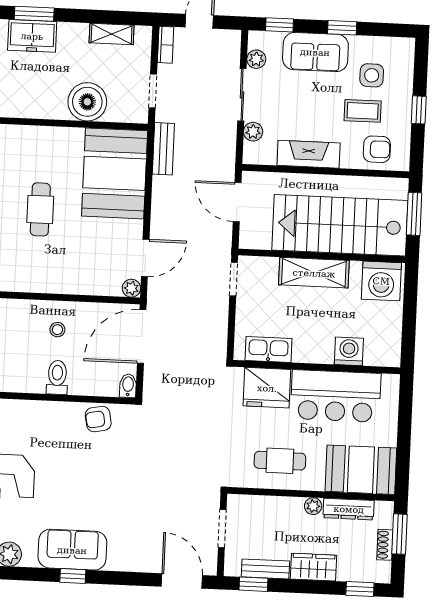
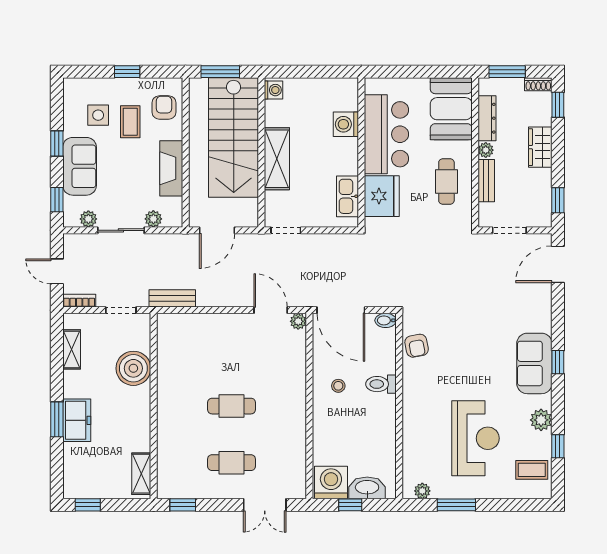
booth: (115, 173) -> (196, 341), removed
washing machine: (381, 281) -> (274, 90), width x0.53, depth x0.53
shoe rack: (385, 545) -> (538, 84), moved
bench: (265, 569) -> (486, 181), moved

